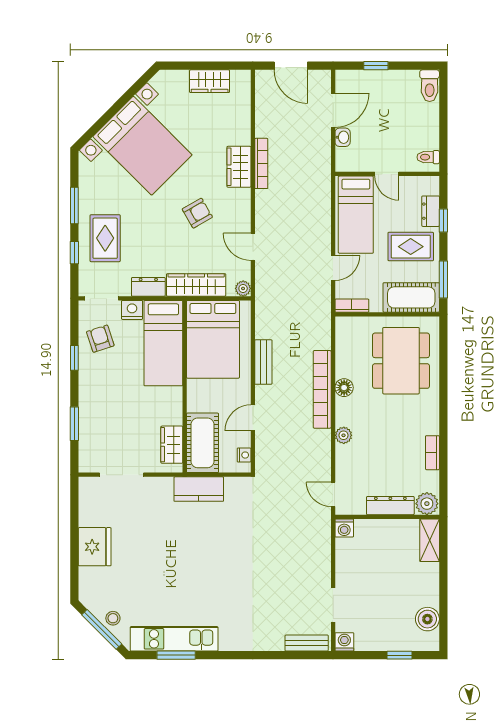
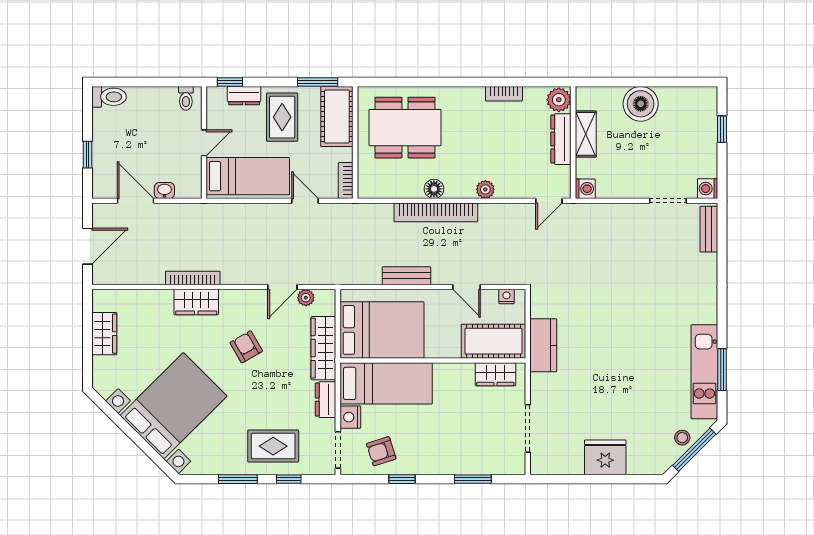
window: (443, 221) -> (230, 82), moved
plant: (243, 288) -> (306, 298), moved
shelving: (430, 540) -> (586, 134), moved, turned 90
boiler: (427, 619) -> (641, 104), moved, width x1.37, depth x1.37

